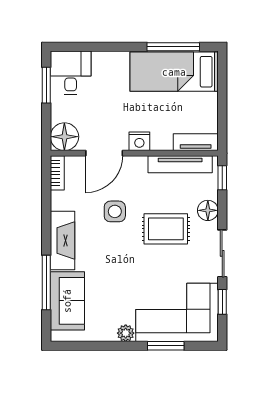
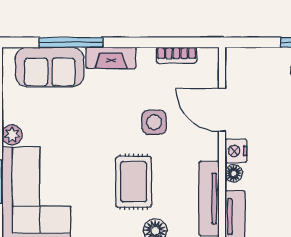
floor lamp: (64, 137) -> (234, 173), moved, width x0.53, depth x0.53
bookcase: (57, 173) -> (177, 55), moved
fireplace: (63, 240) -> (111, 58), width x0.73, depth x0.76

